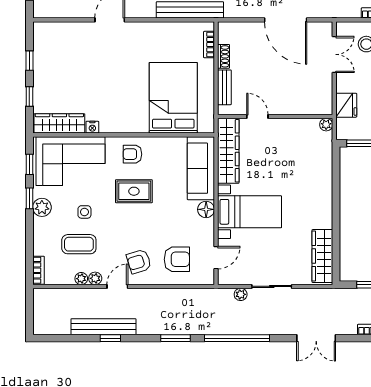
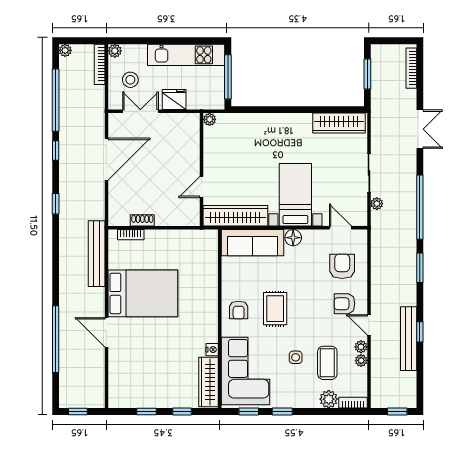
bench: (224, 87) -> (173, 220), removed
bed: (173, 98) -> (143, 293), moved, turned 180
fridge: (346, 105) -> (174, 99), moved
plant: (42, 207) -> (329, 399), moved
armchair: (139, 262) -> (344, 304), turned 107
window: (29, 315) -> (397, 412), added

